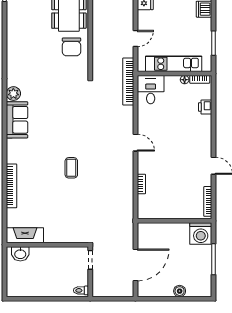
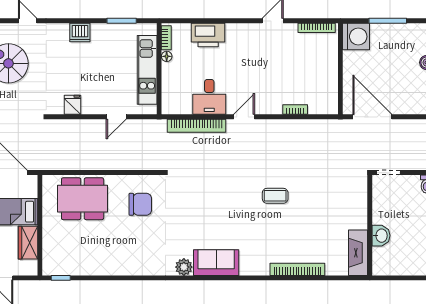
door: (135, 39) -> (116, 117), swing flipped
chair: (71, 47) -> (140, 204), moved
bookcase: (128, 82) -> (196, 126), moved
desk: (151, 90) -> (209, 97), moved, turned -90
printer: (205, 107) -> (208, 35), width x1.87, depth x1.48
washbasin: (20, 254) -> (381, 236), moved
door: (135, 265) -> (372, 117), moved

